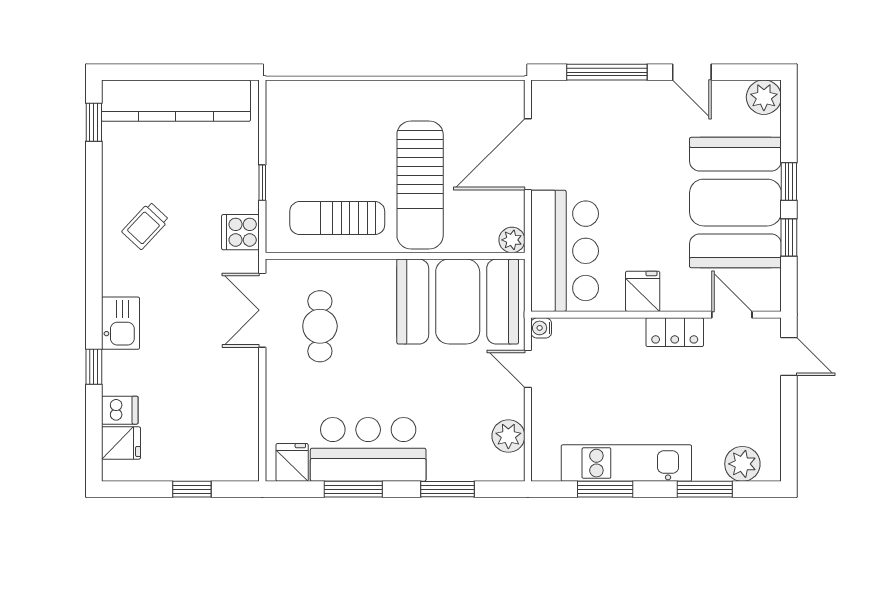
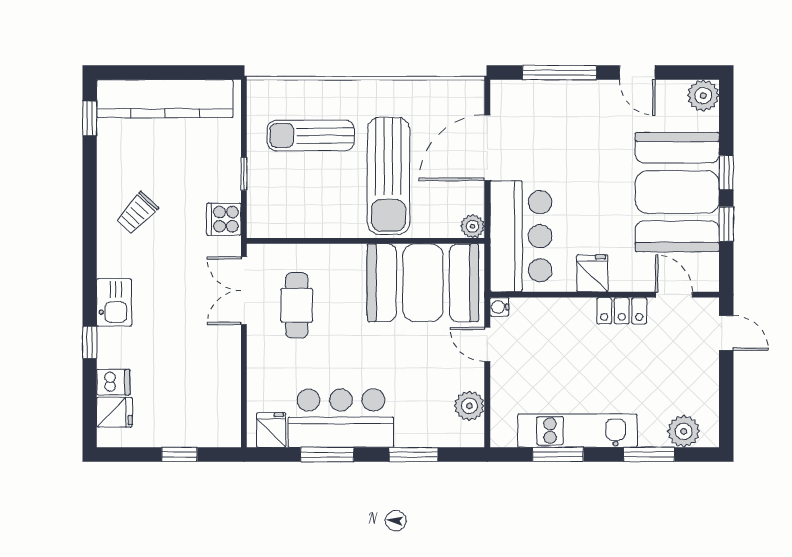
sun lounger: (337, 218) -> (311, 135), moved

